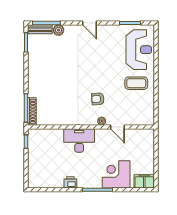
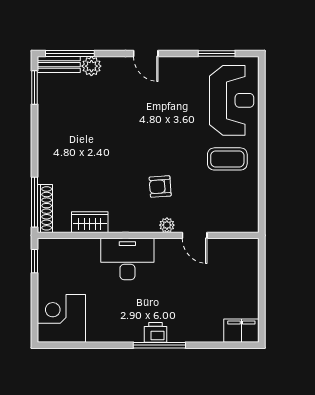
wardrobe: (58, 119) -> (90, 222), added
corner desk: (116, 174) -> (61, 318), moved
printer: (70, 182) -> (156, 332), moved

